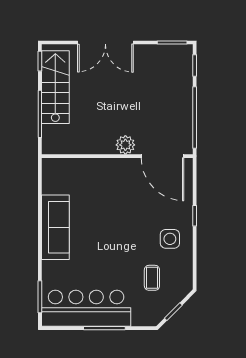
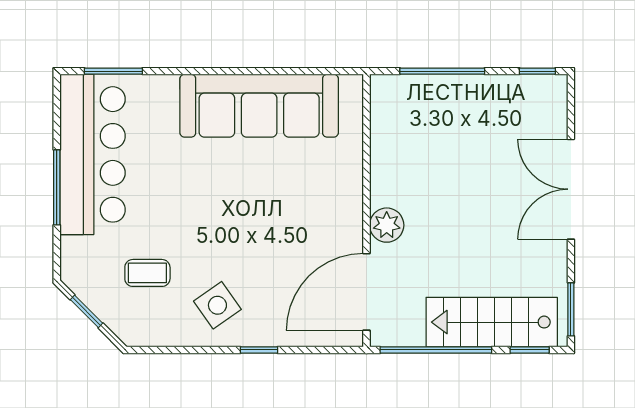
stairs: (55, 87) -> (492, 322), moved, turned 180
sofa: (55, 227) -> (259, 106), width x1.36, depth x1.27
side table: (170, 239) -> (217, 305), turned -35

